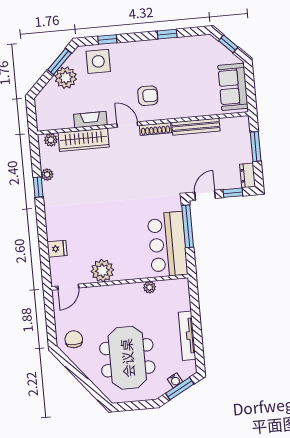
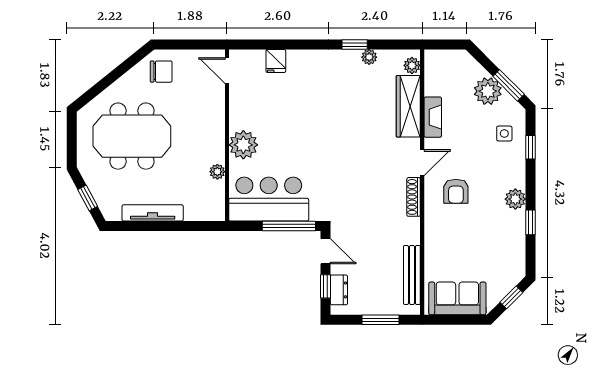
plant: (150, 48) -> (515, 199), added
side table: (98, 61) -> (504, 134), width x0.54, depth x0.54
bench: (196, 127) -> (412, 275), moved
dresser: (248, 175) -> (339, 290), moved, turned 90
plant: (102, 271) -> (243, 145), moved
water cooler: (175, 380) -> (99, 193), removed
window: (180, 389) -> (88, 198), width x0.67

